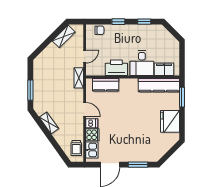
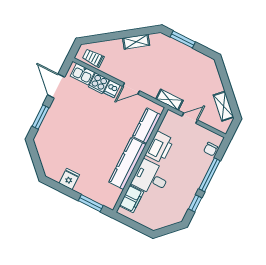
window: (118, 22) -> (210, 175), width x2.17
door: (85, 57) -> (190, 118), swing flipped
kitchen counter: (159, 85) -> (127, 163), moved
fridge: (170, 121) -> (69, 179), width x0.53, depth x0.75

